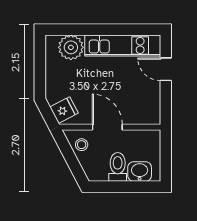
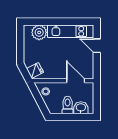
door: (107, 127) -> (76, 81), moved

